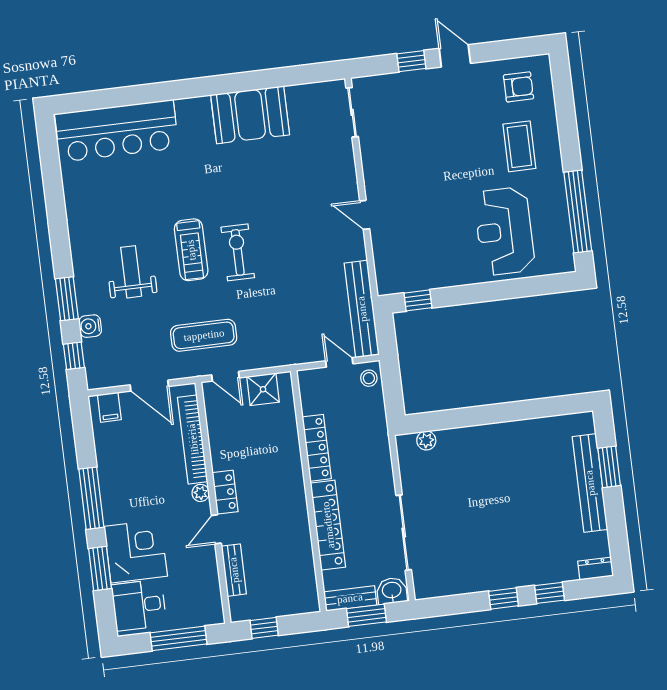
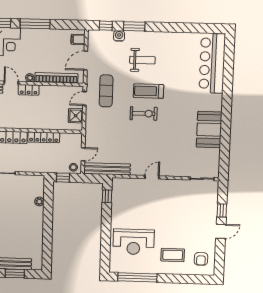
reception desk: (504, 231) -> (134, 242), turned 180
window: (393, 396) -> (63, 178), added
plant: (426, 440) -> (39, 201), moved

